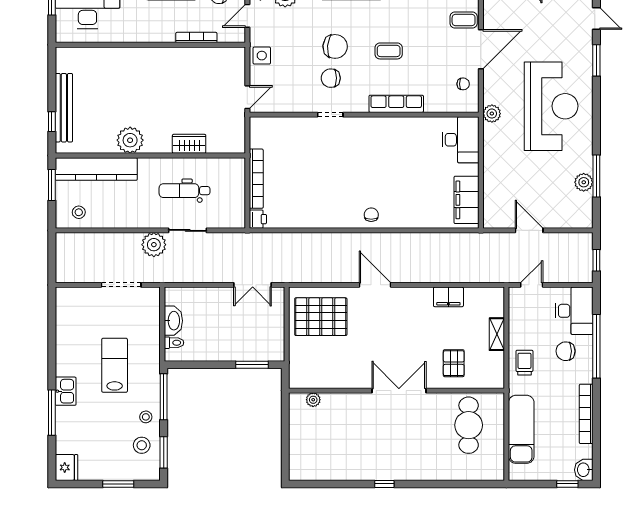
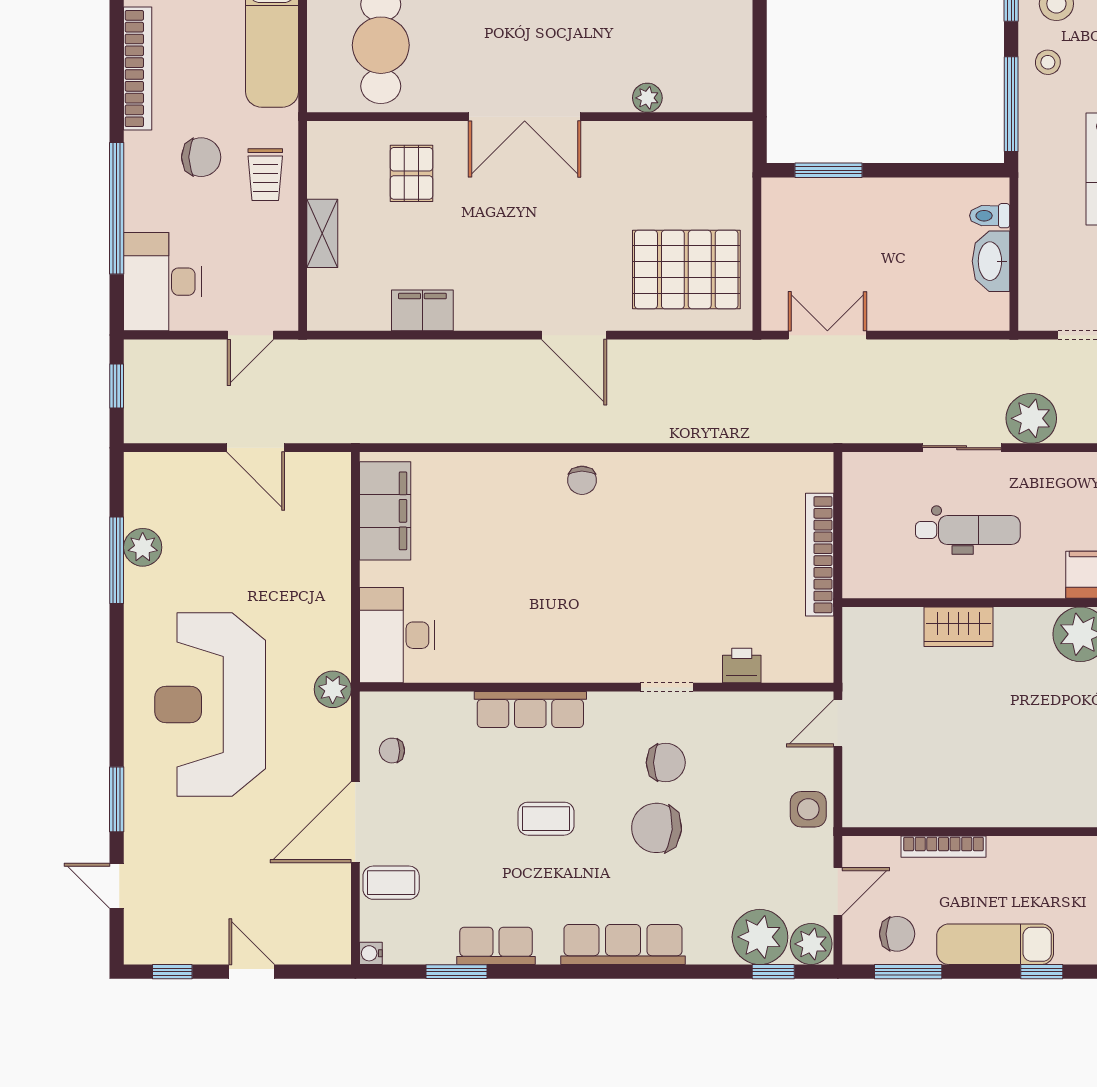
printer: (258, 219) -> (742, 666), moved, turned 90
chair: (566, 351) -> (201, 157), moved
plant: (313, 400) -> (647, 98), moved

